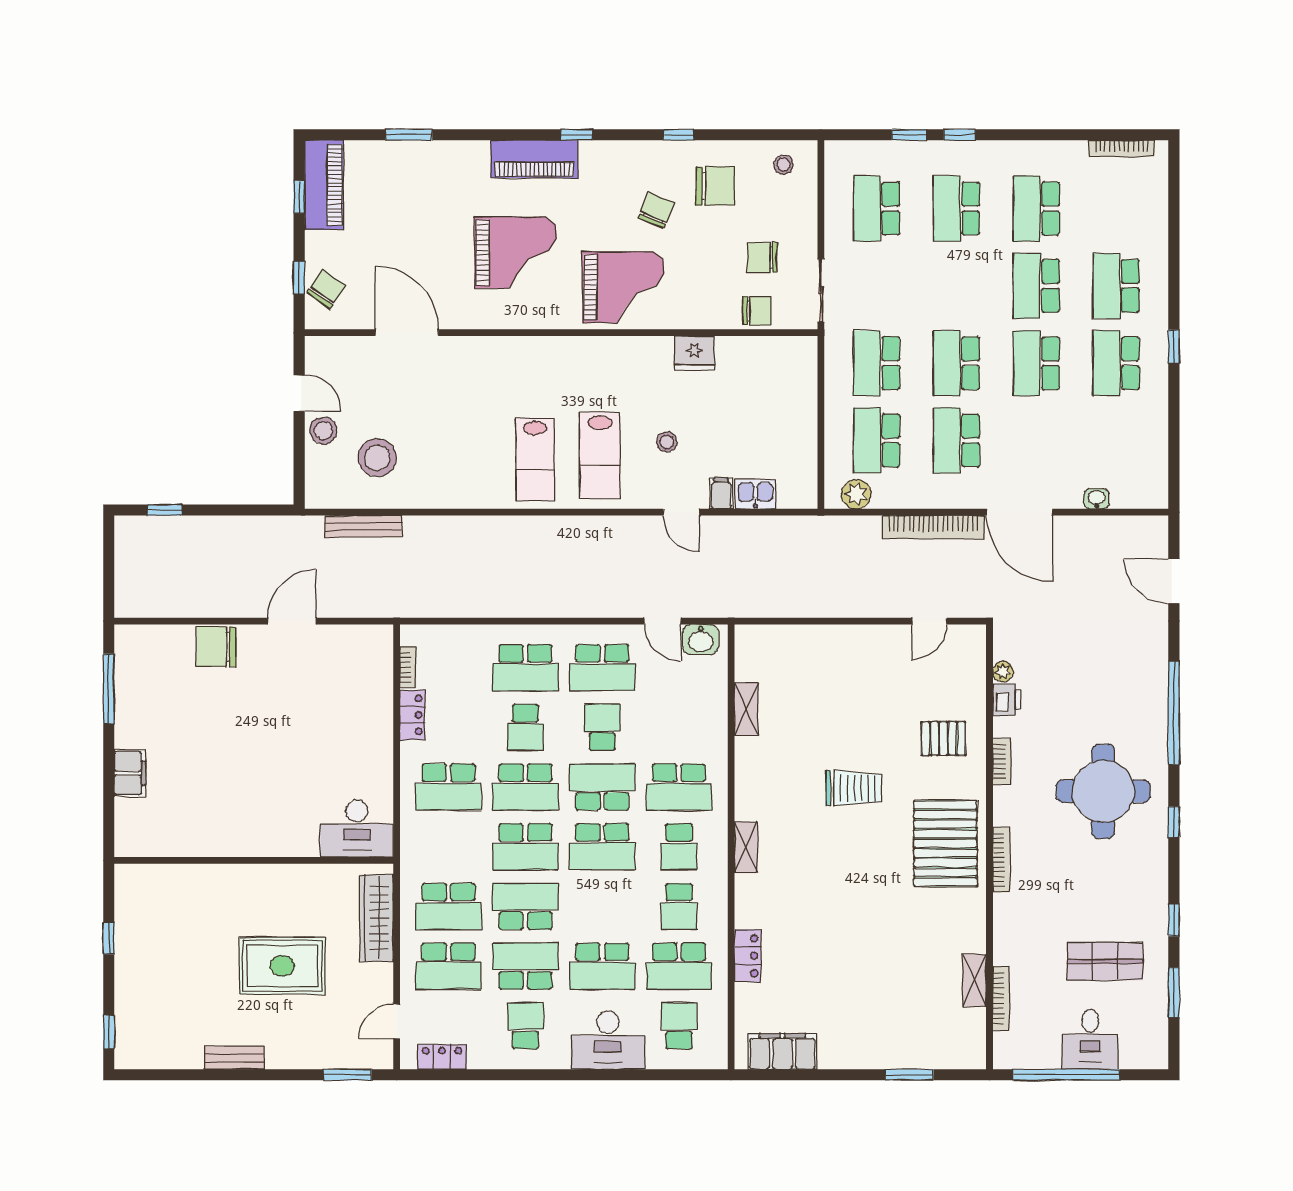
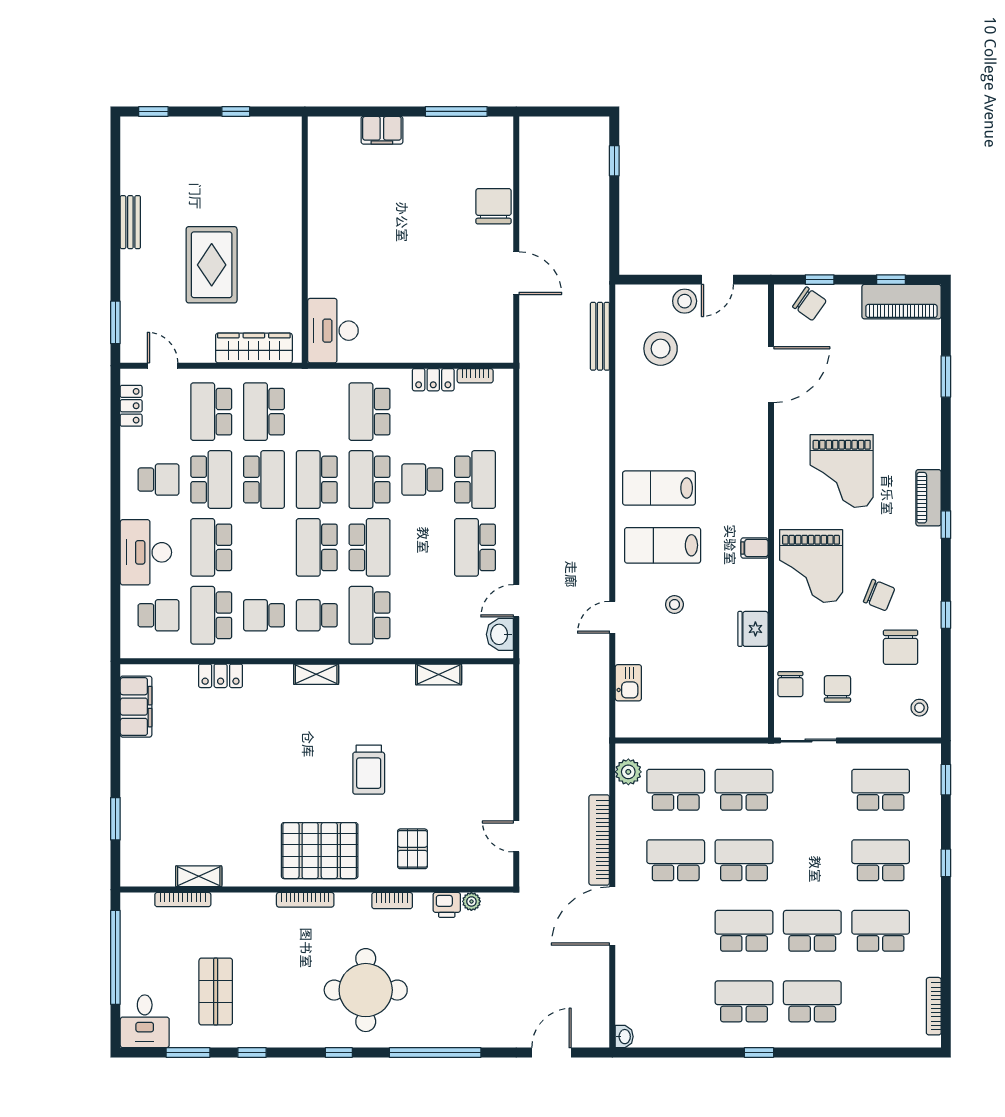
window: (909, 135) -> (946, 780), moved
piano: (534, 159) -> (929, 498), width x0.73, depth x0.75
filing cabinet: (721, 494) -> (754, 548), moved, turned 180
washbasin: (1097, 499) -> (624, 1037), moved
school desk: (525, 668) -> (475, 480), turned 180
school desk: (602, 727) -> (422, 547), removed
desk: (1090, 1039) -> (145, 1021), moved, turned -90

